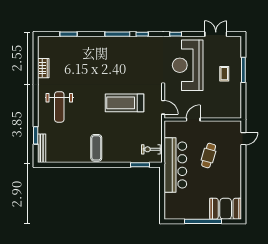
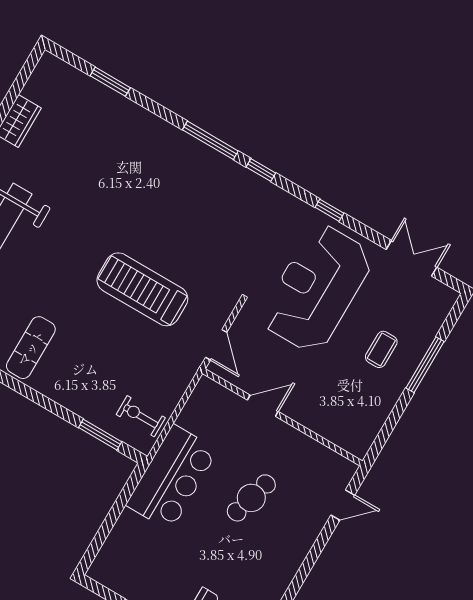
bar counter: (175, 165) -> (172, 478), width x0.73

